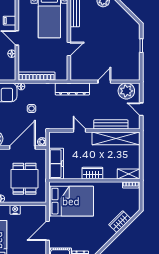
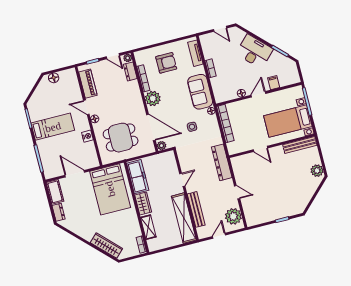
freezer: (56, 164) -> (138, 177), moved, turned -90
shelving: (129, 174) -> (148, 227), moved
wardrobe: (120, 222) -> (106, 246), width x1.50

